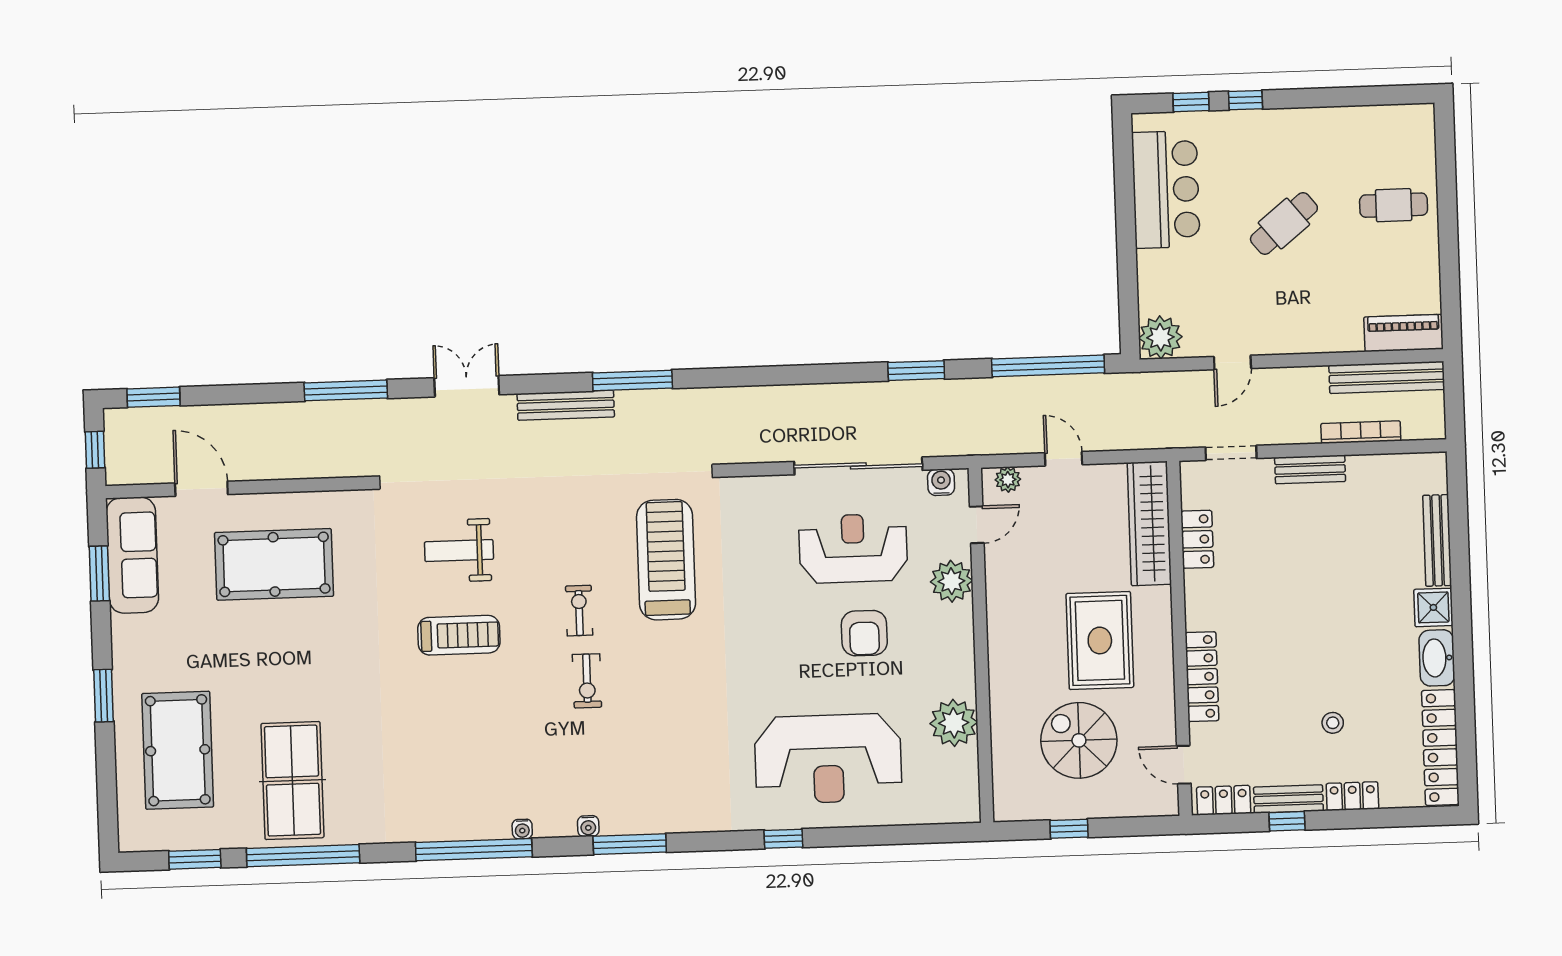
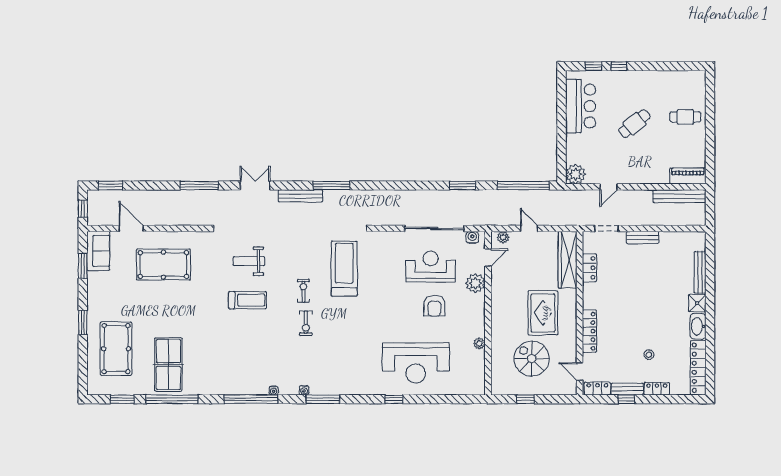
bookcase: (1361, 432) -> (667, 221), removed
sofa: (132, 555) -> (98, 251), width x0.73
plant: (954, 723) -> (479, 343), width x0.53, depth x0.53

